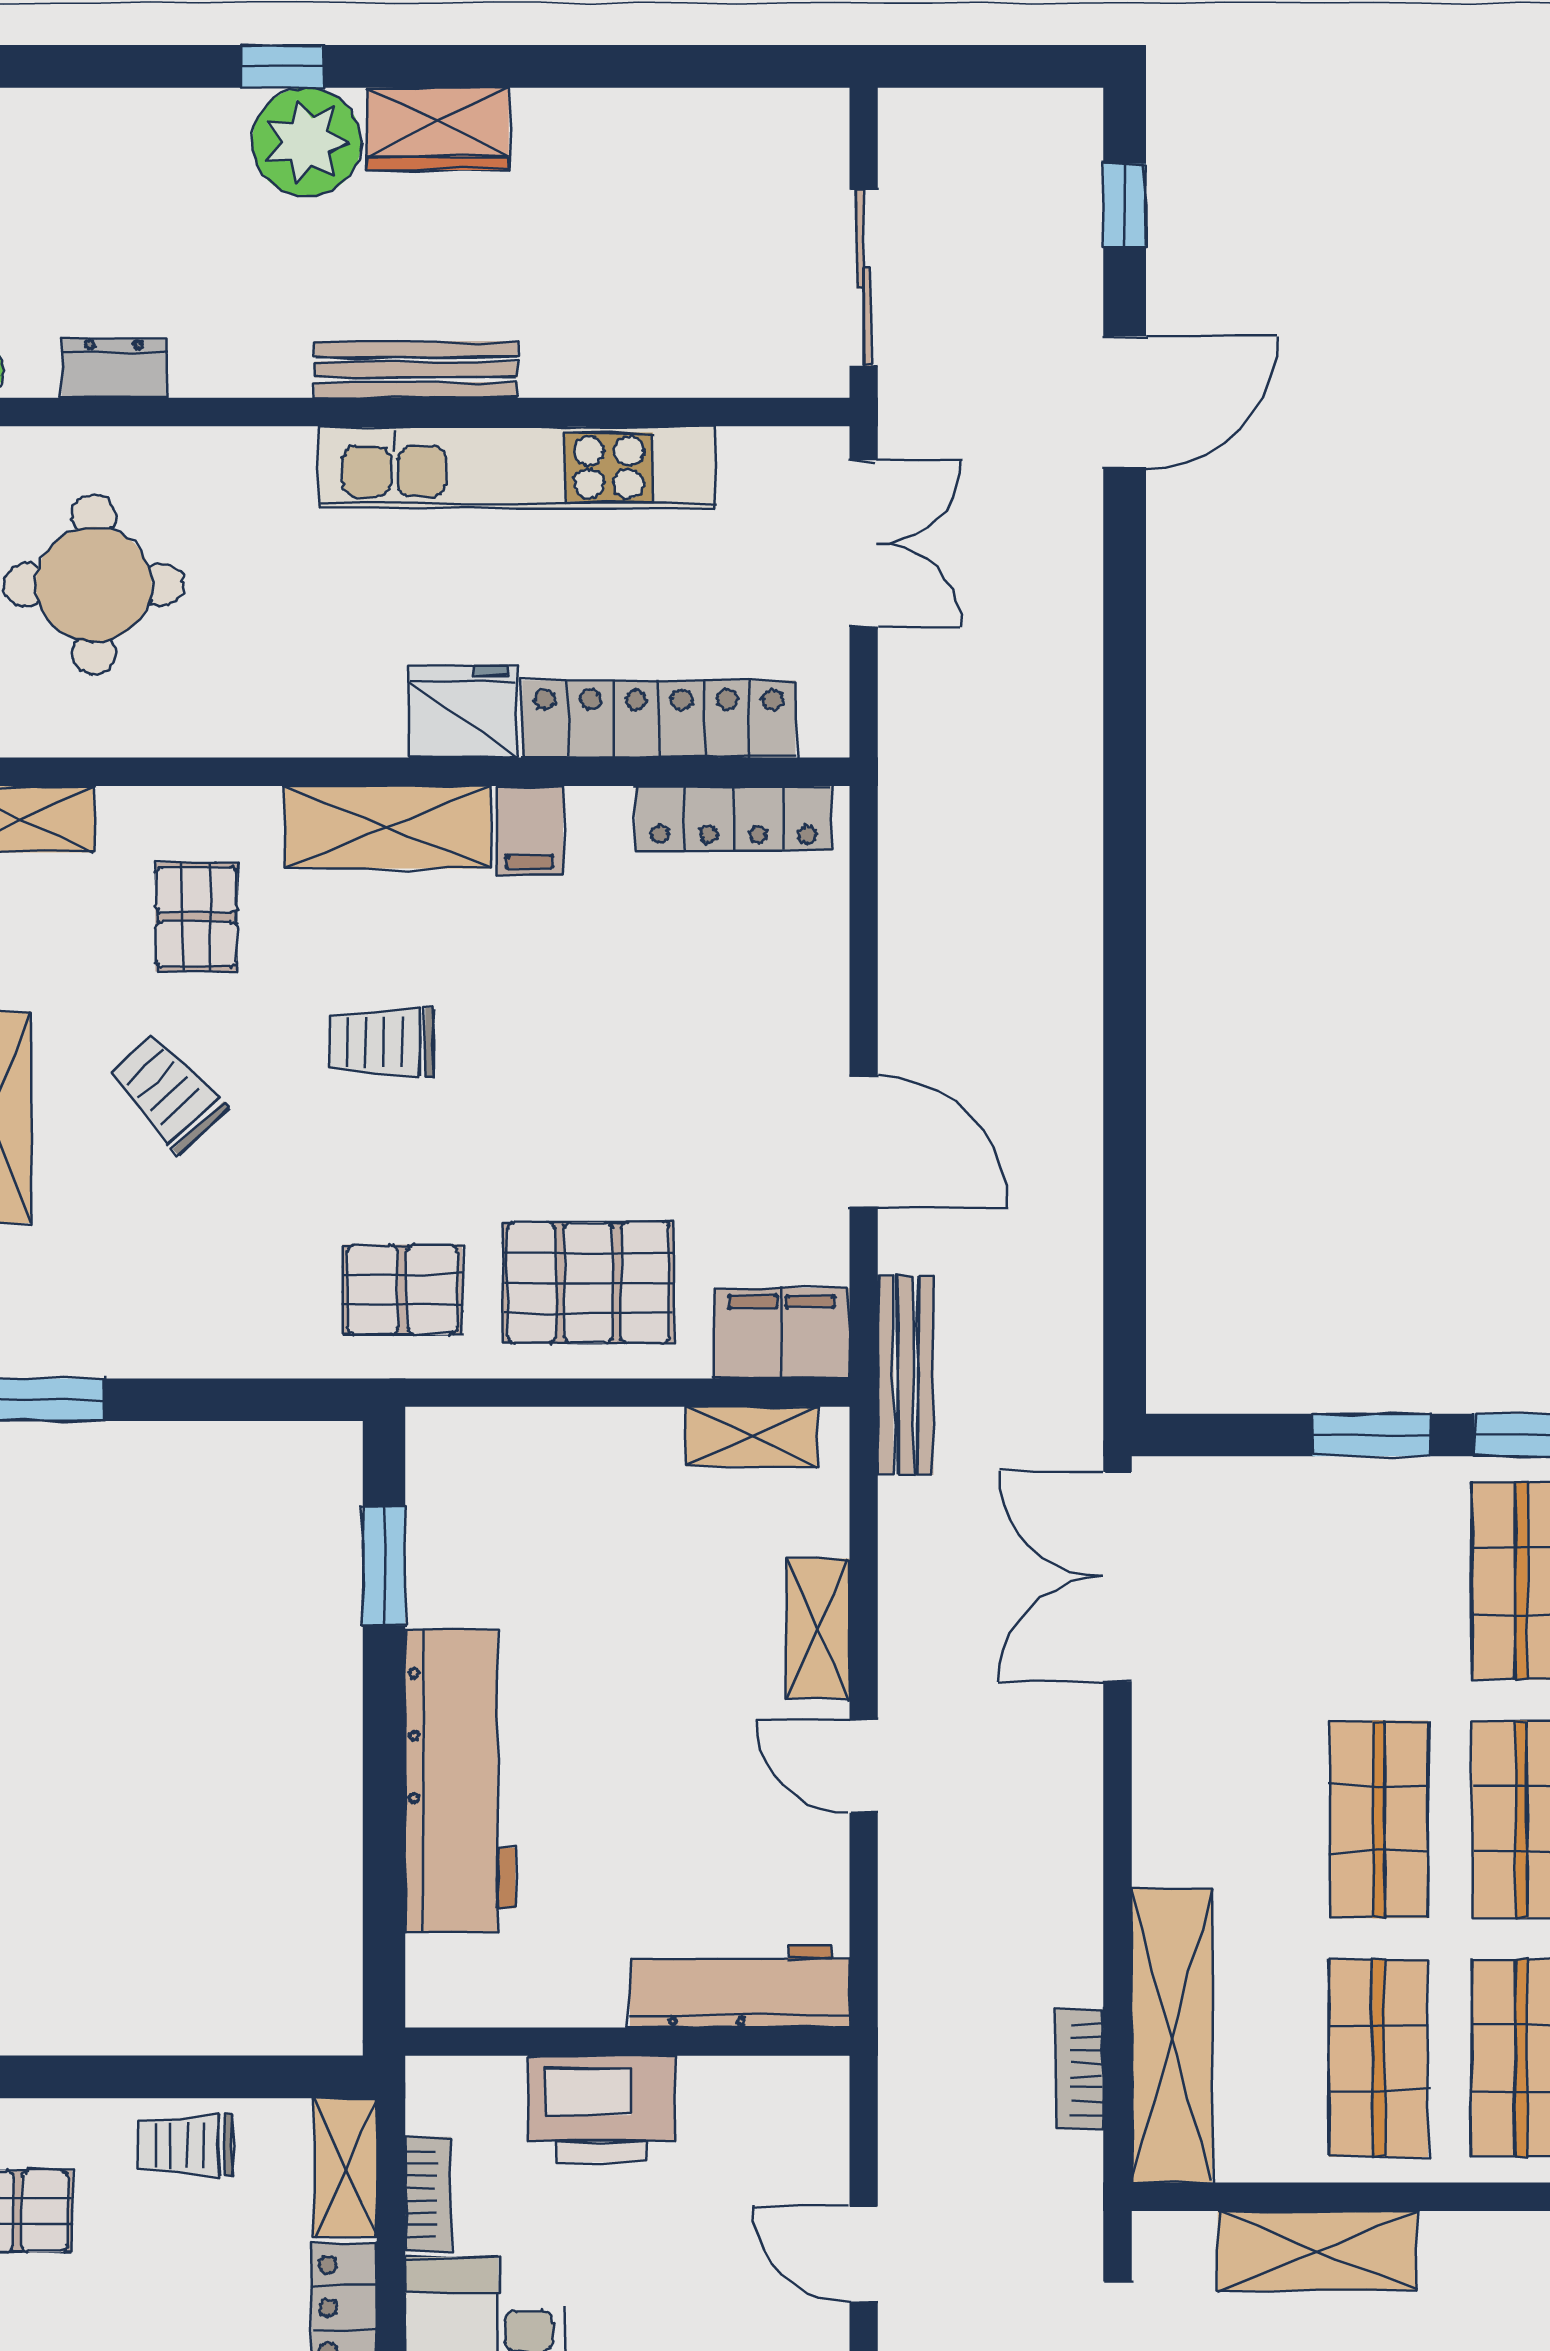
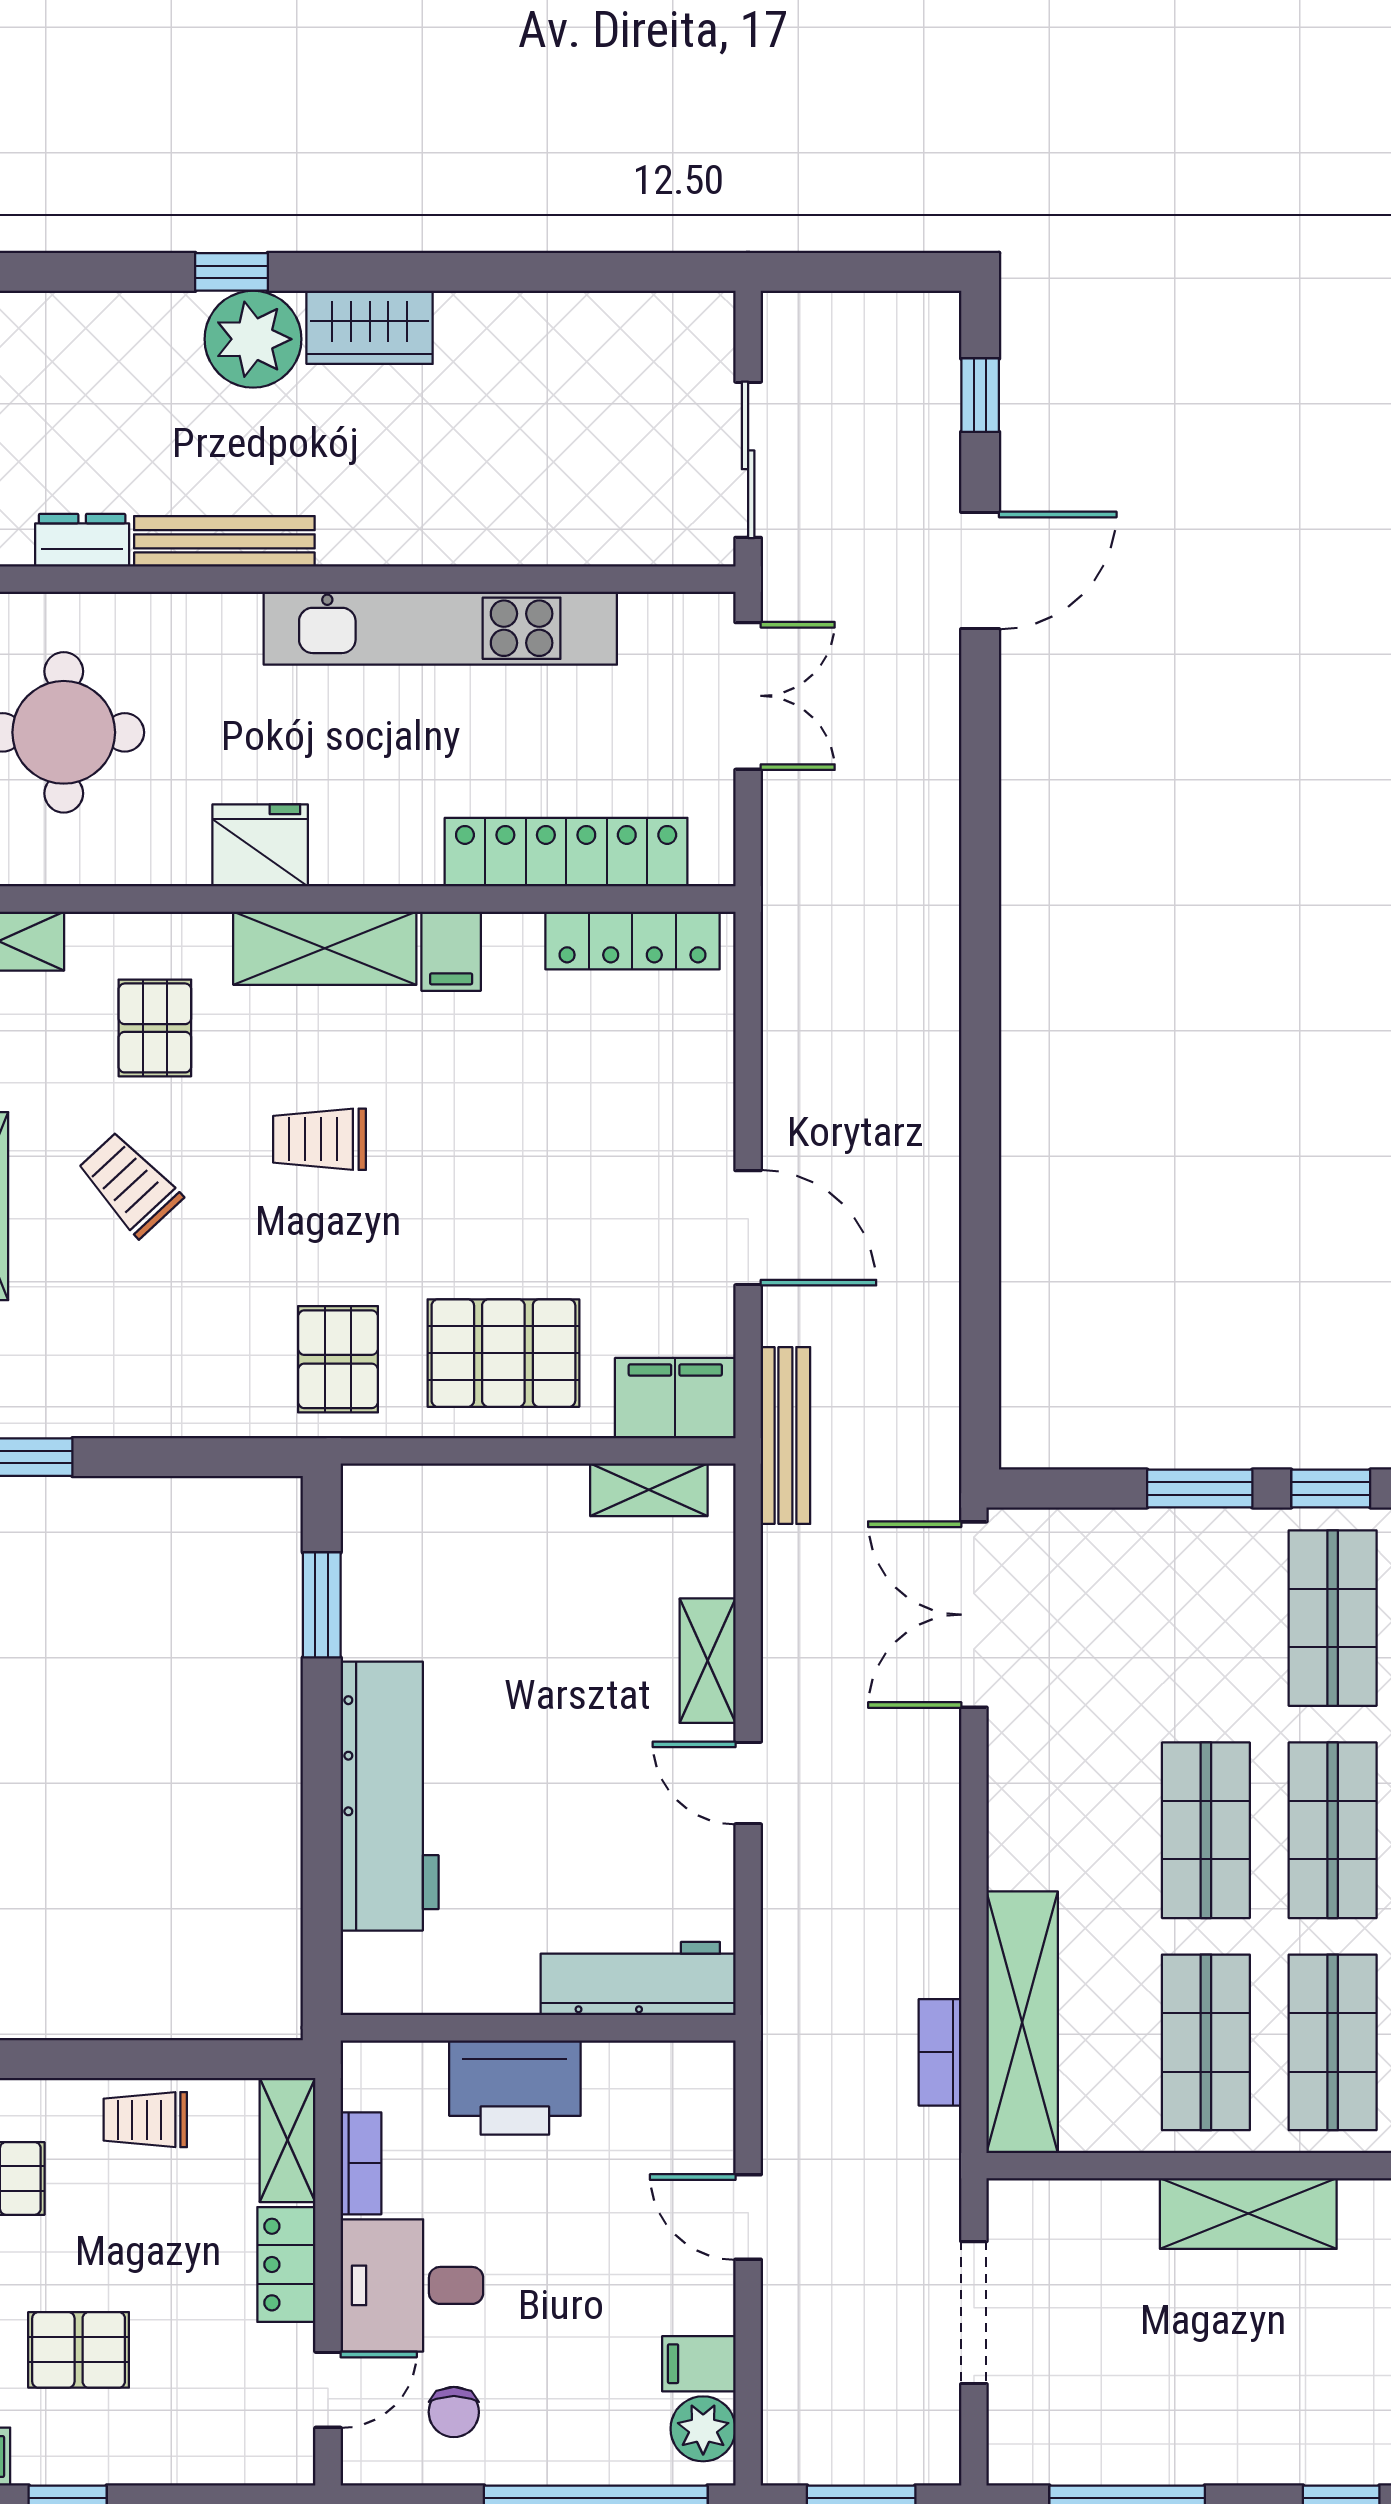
bench: (416, 370) -> (224, 541), moved
fridge: (463, 712) -> (260, 845), moved
pallet: (402, 1290) -> (338, 1359), turned 90
shelving: (1317, 2251) -> (1248, 2214), moved

